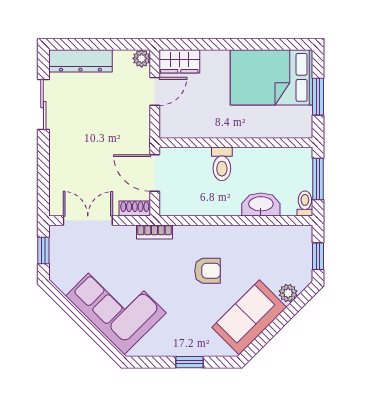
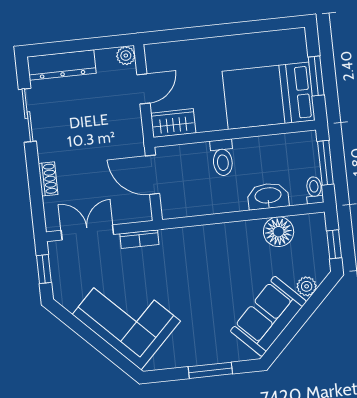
wardrobe: (179, 61) -> (173, 123), moved, turned 180
bed: (272, 77) -> (269, 96), moved
shoe rack: (135, 209) -> (48, 179), moved, turned 90
bookcase: (154, 232) -> (139, 239), moved
floor lamp: (267, 239) -> (279, 232), added
armchair: (207, 271) -> (219, 272), removed
window: (189, 362) -> (210, 370), width x1.50

